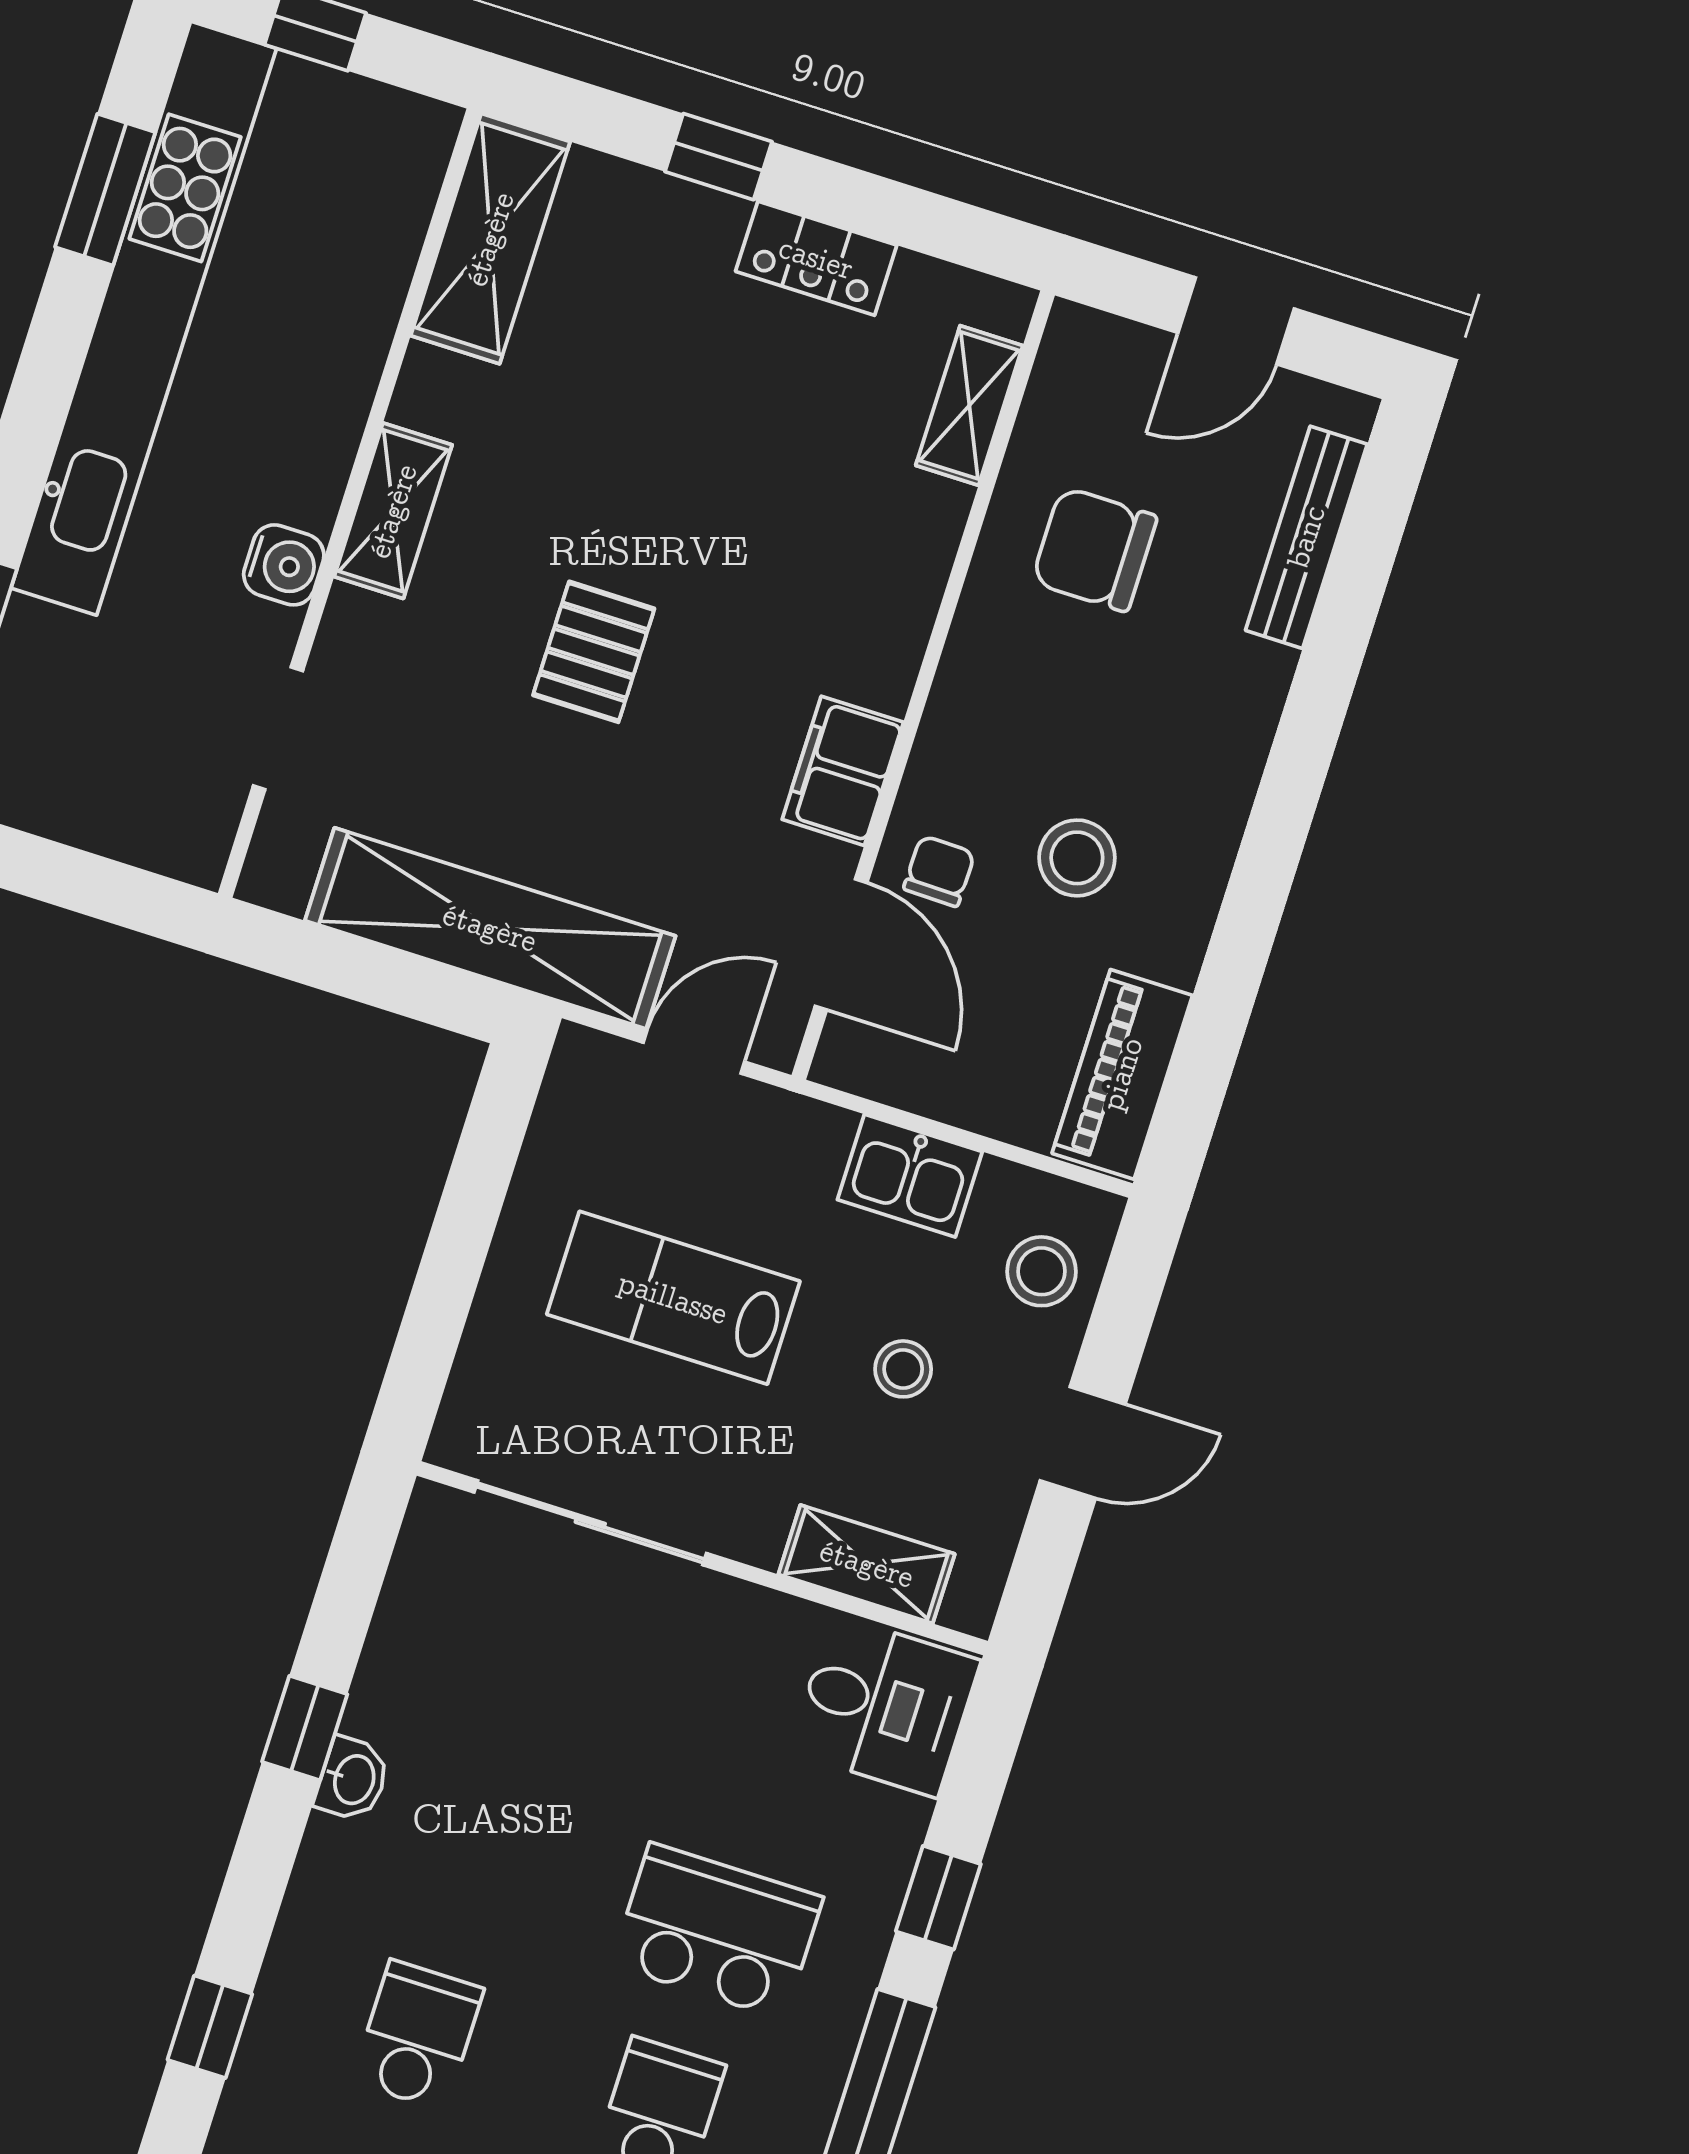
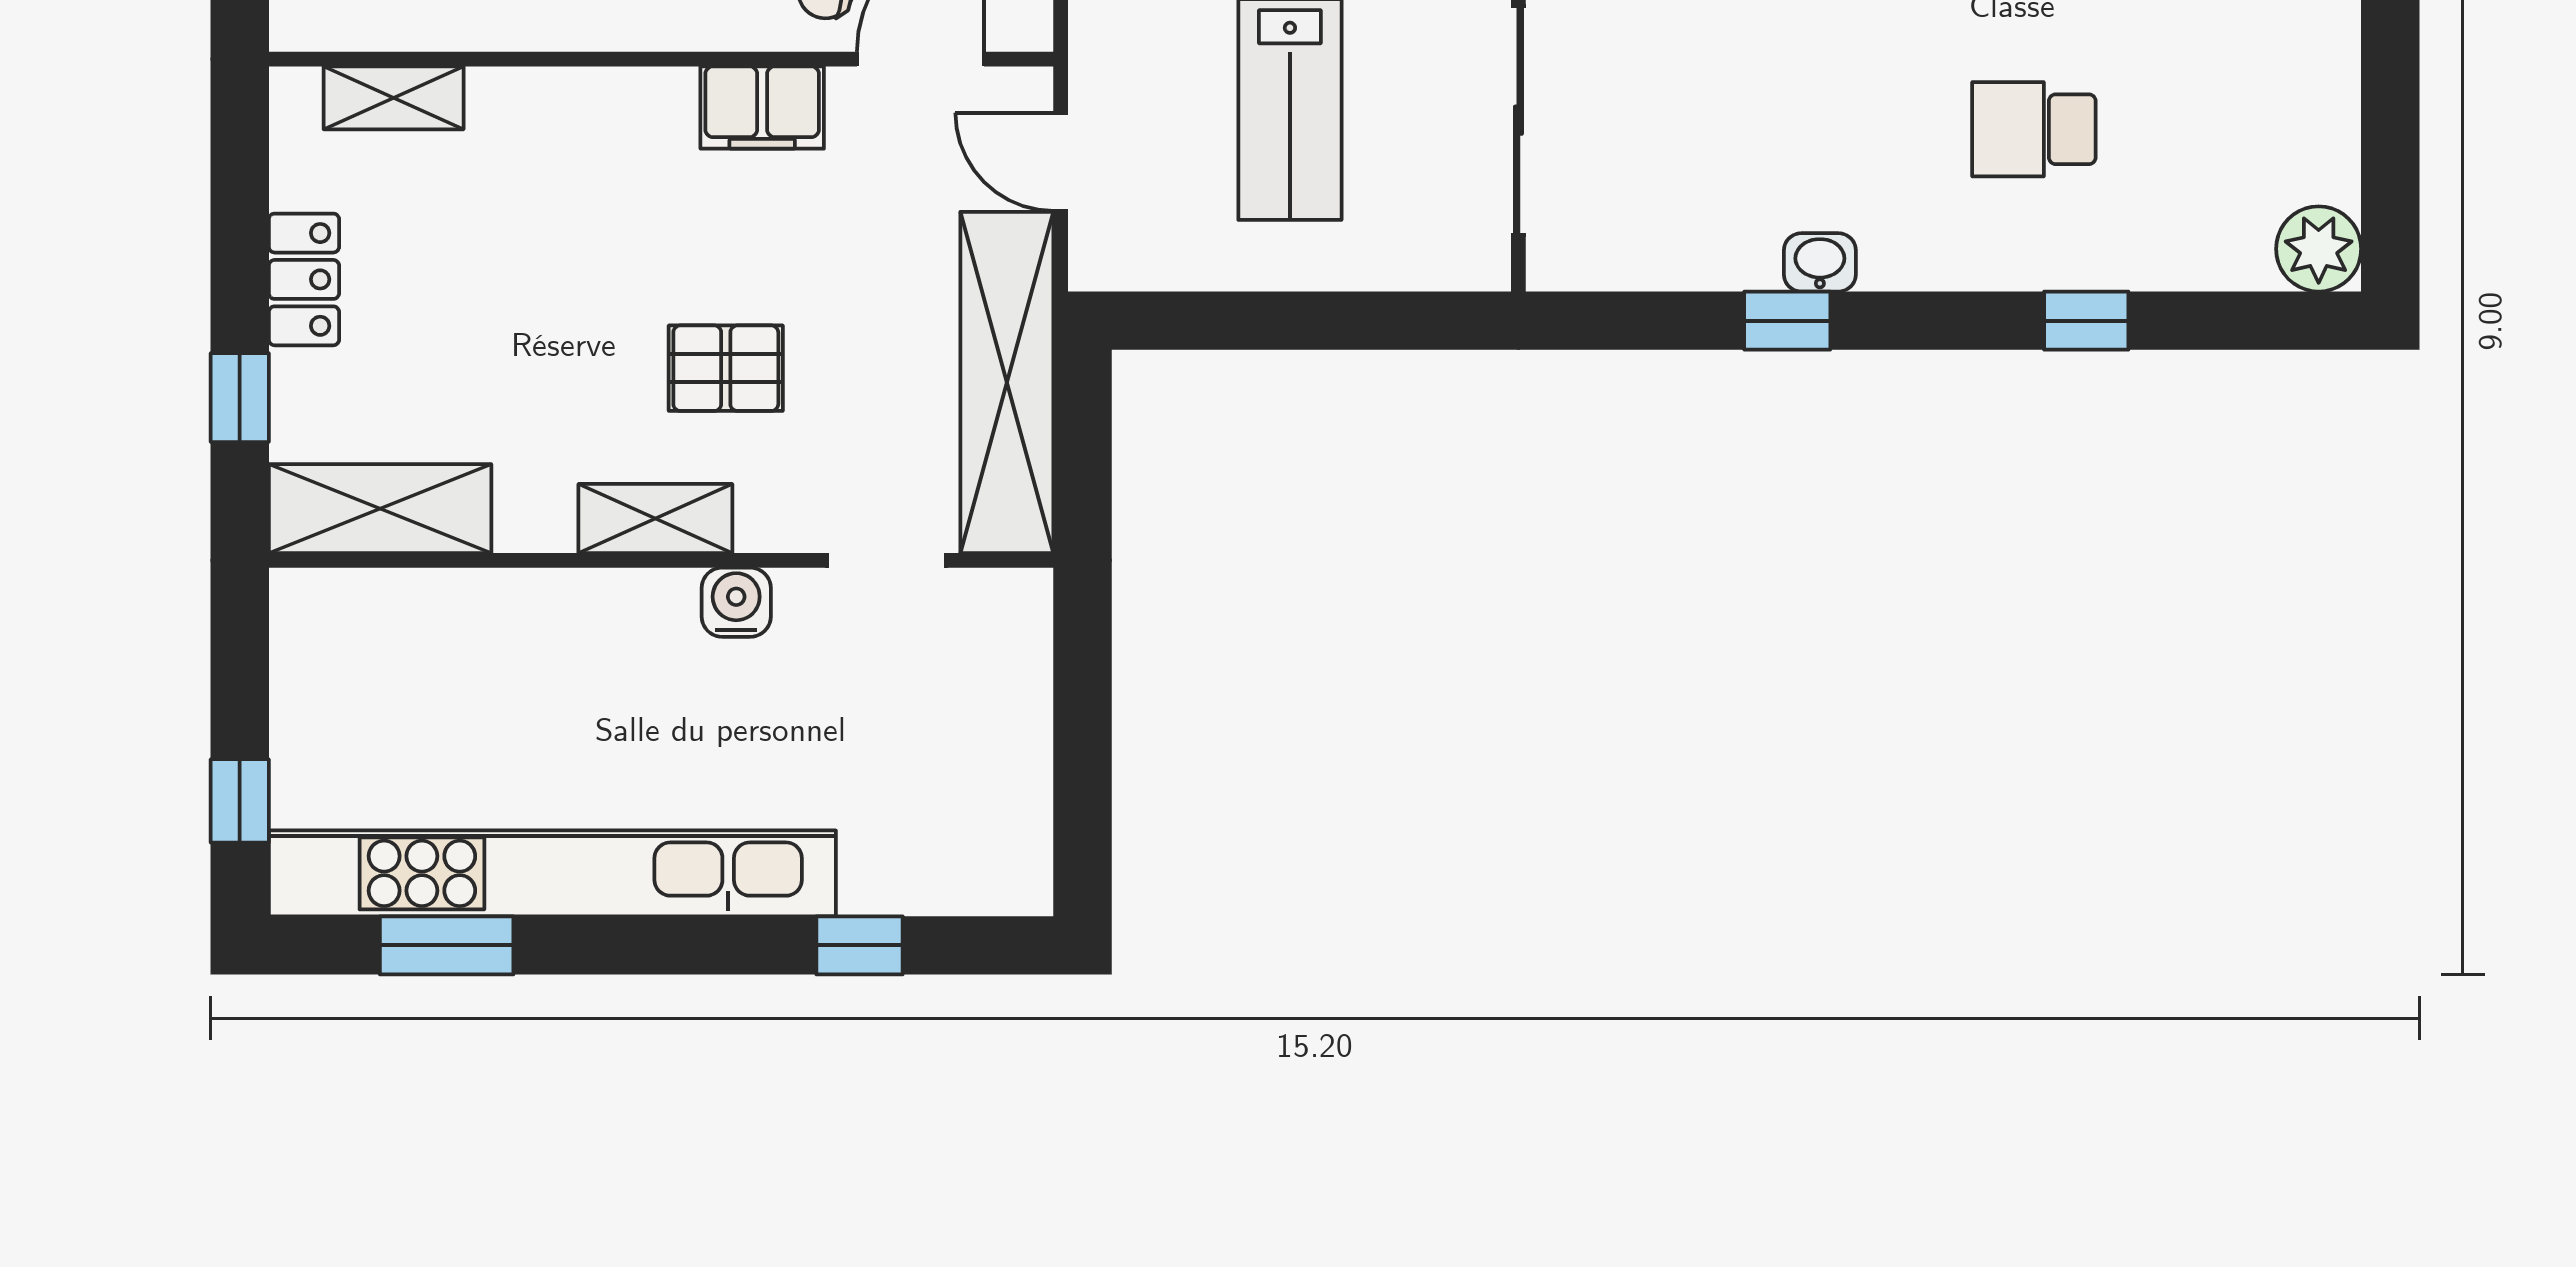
shelving: (490, 239) -> (380, 509), moved
wall: (349, 503) -> (661, 560), moved
shelving: (393, 511) -> (655, 518), moved
water cooler: (284, 565) -> (736, 602), moved
doorway: (278, 728) -> (886, 560), moved

